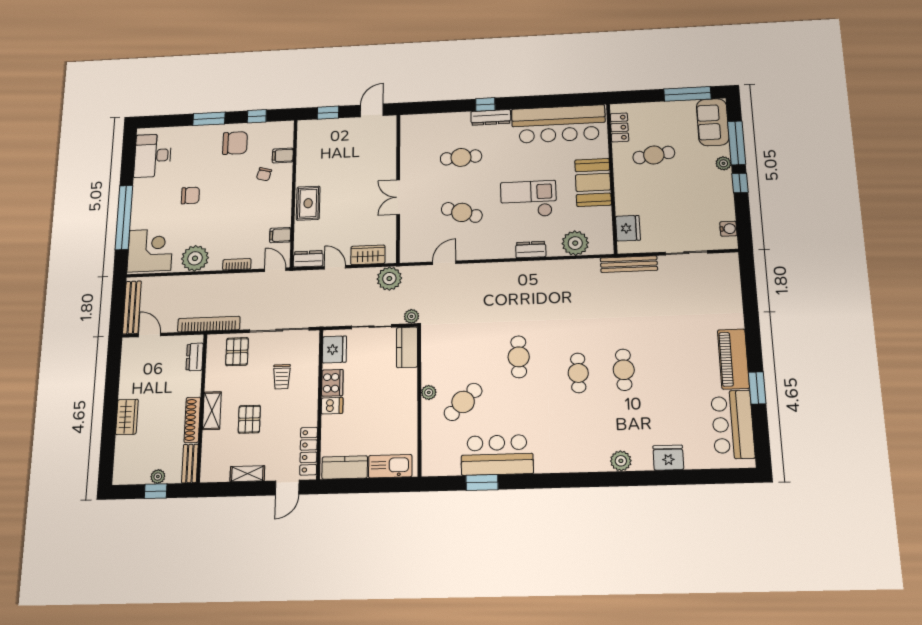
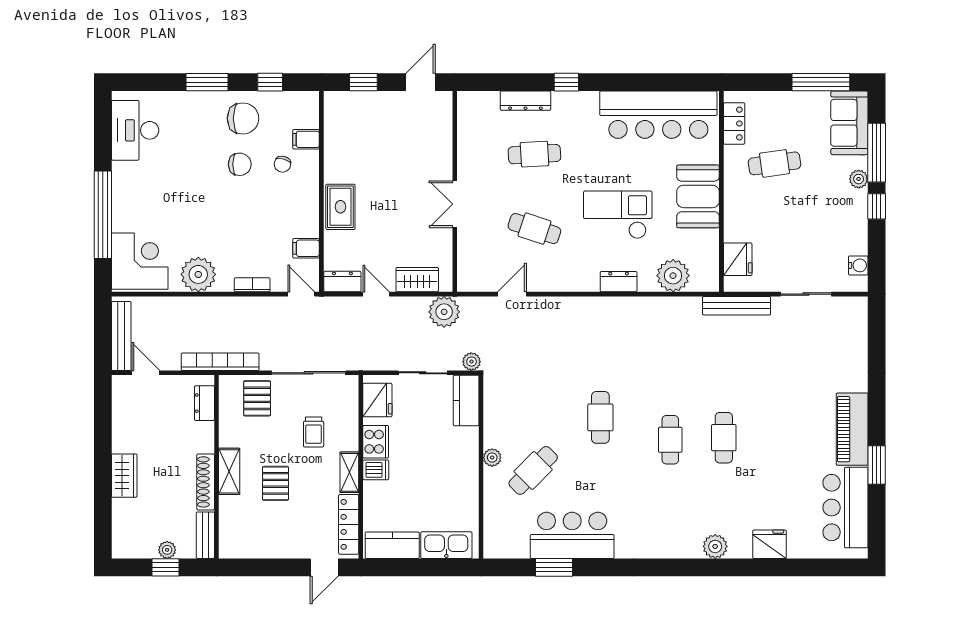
dresser: (491, 117) -> (525, 101), moved
chair: (190, 195) -> (240, 164), moved
shelving: (247, 474) -> (349, 472), moved, turned 90

